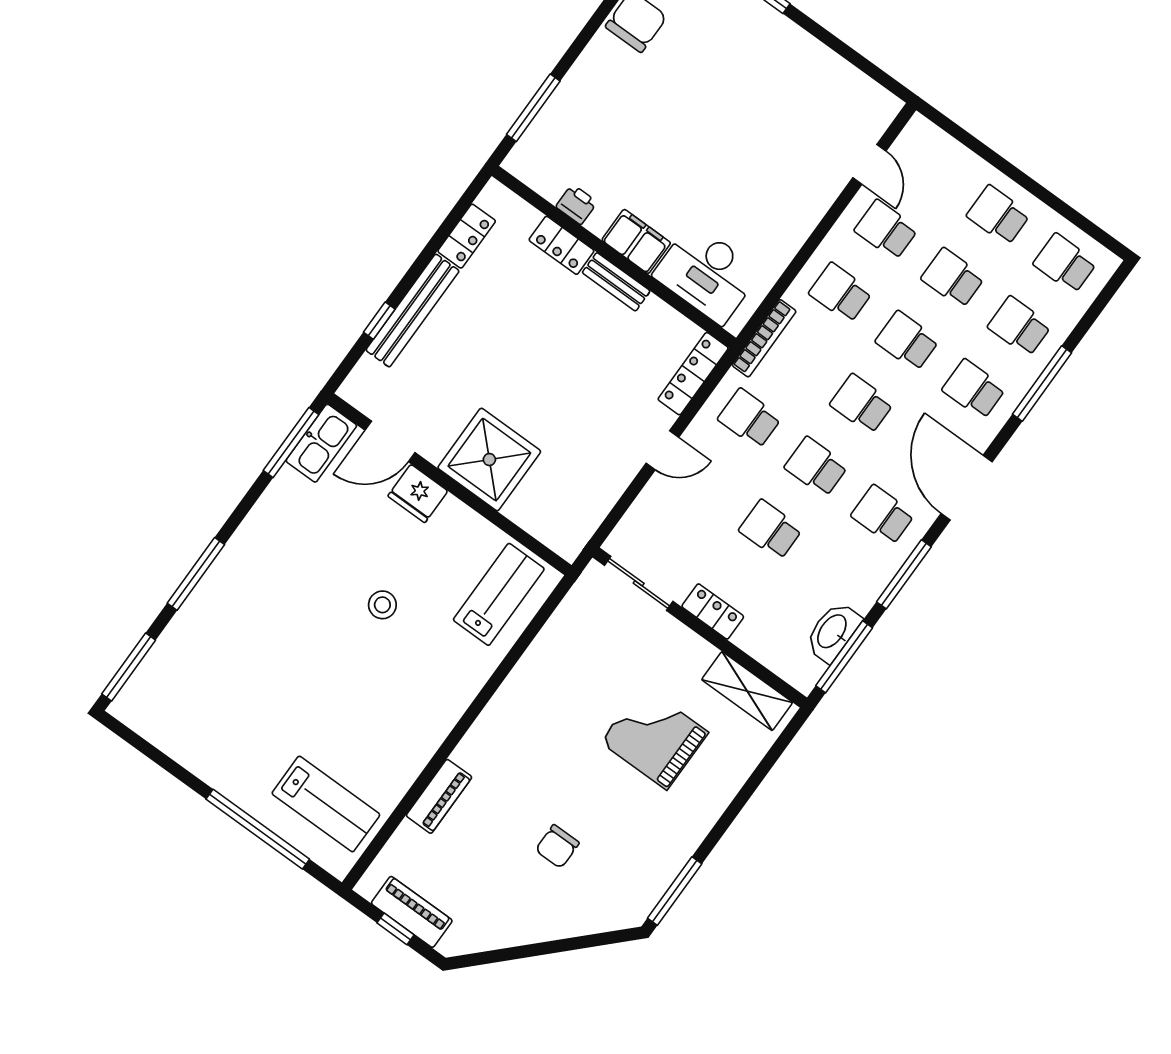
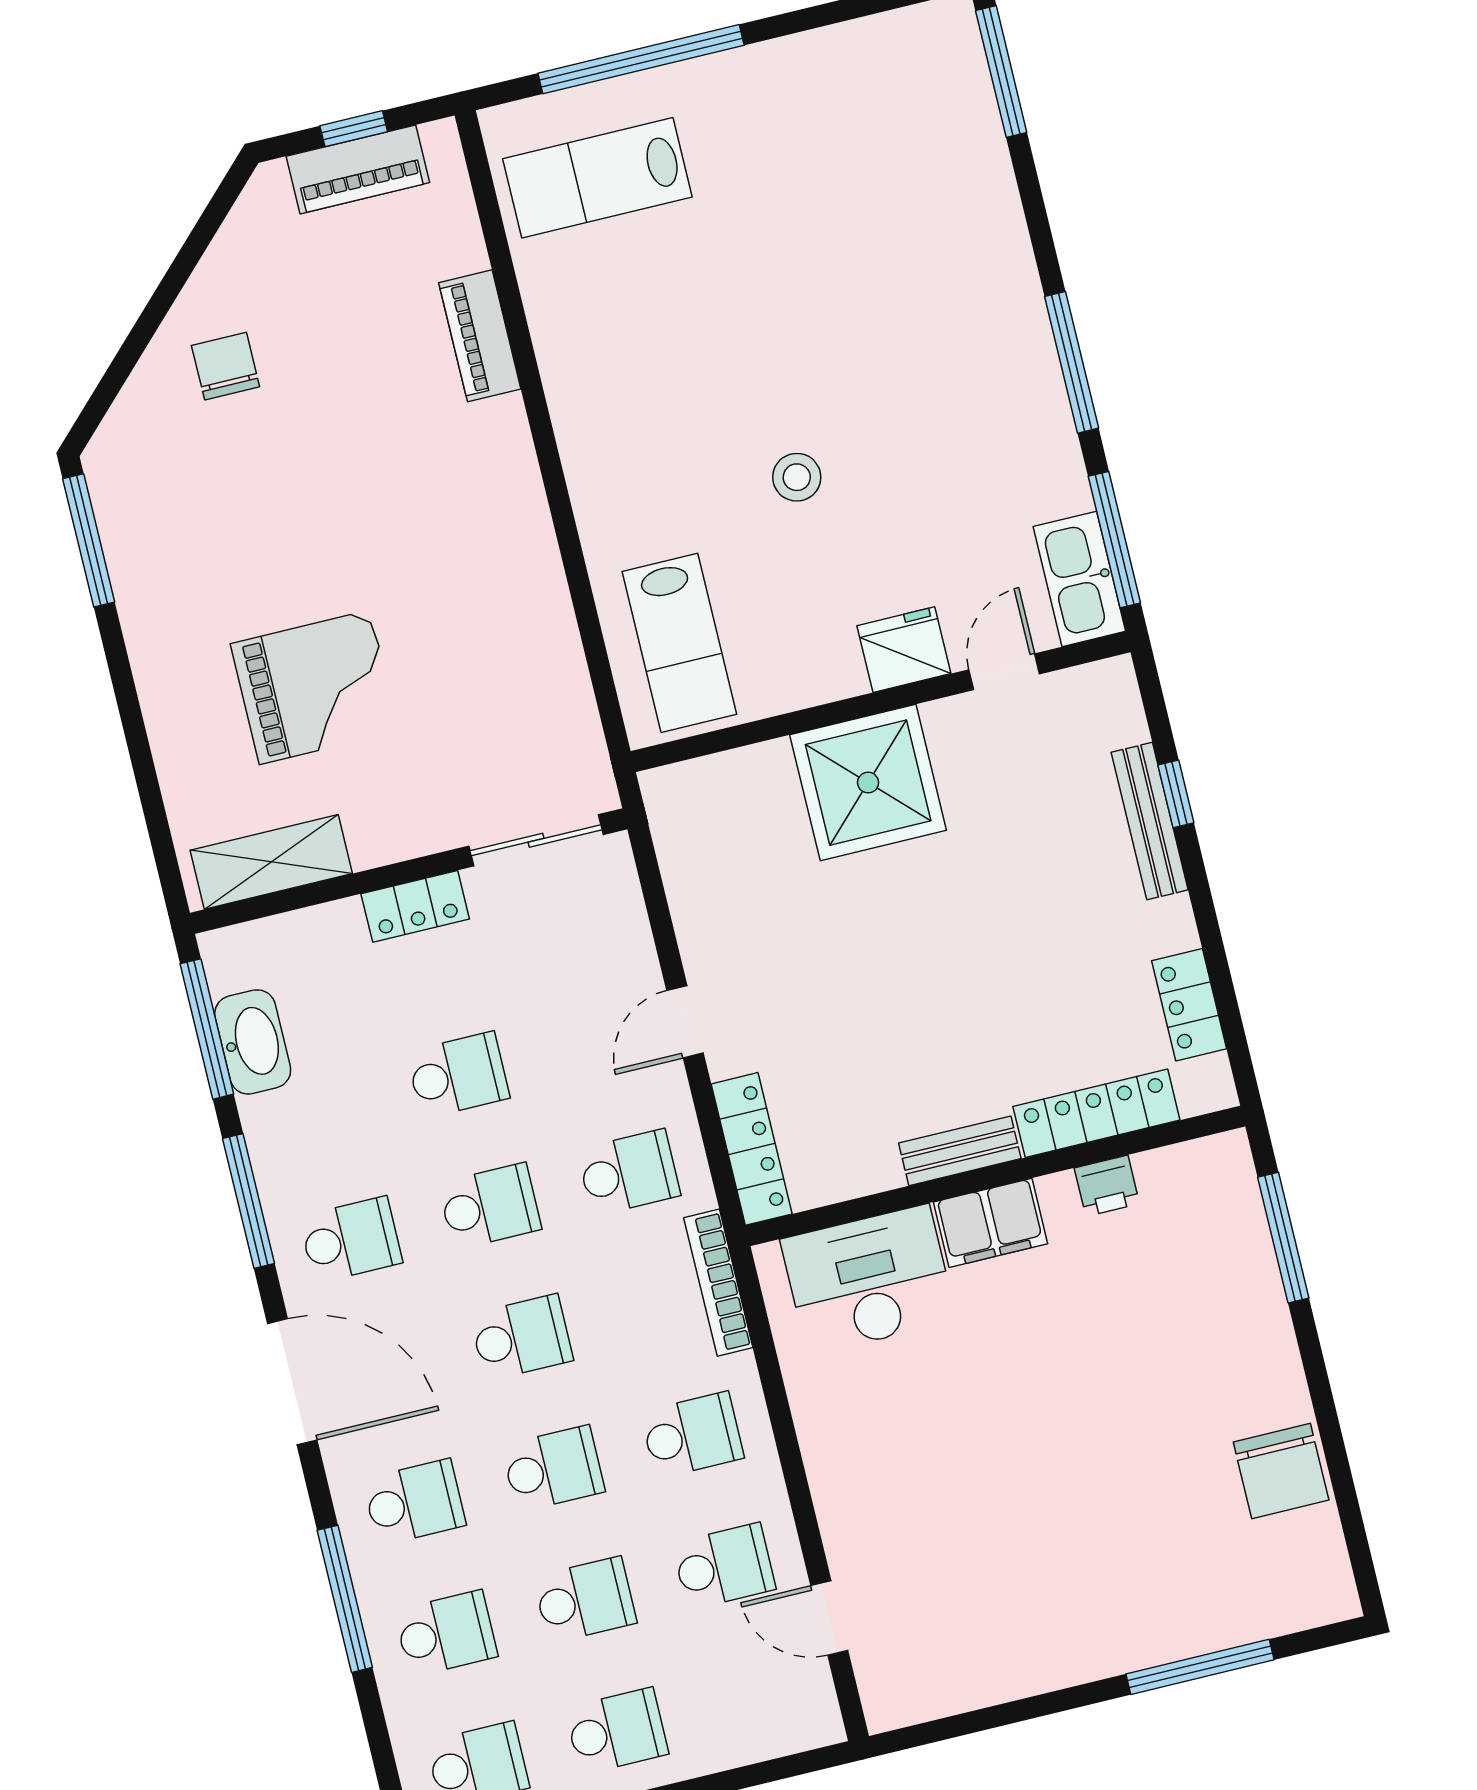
locker: (562, 245) -> (1096, 1113), width x1.53
bench: (413, 311) -> (1150, 821), width x0.73, depth x0.82
door: (390, 441) -> (1004, 672), width x0.73
window: (196, 574) -> (1072, 362), moved
chair: (557, 846) -> (226, 366), moved

